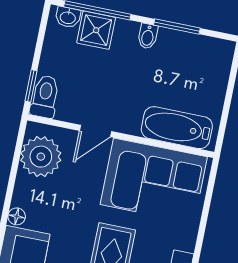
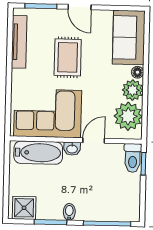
washbasin: (68, 17) -> (72, 149), moved, turned 180
shower: (96, 30) -> (24, 208), moved
plant: (28, 192) -> (133, 90), added

